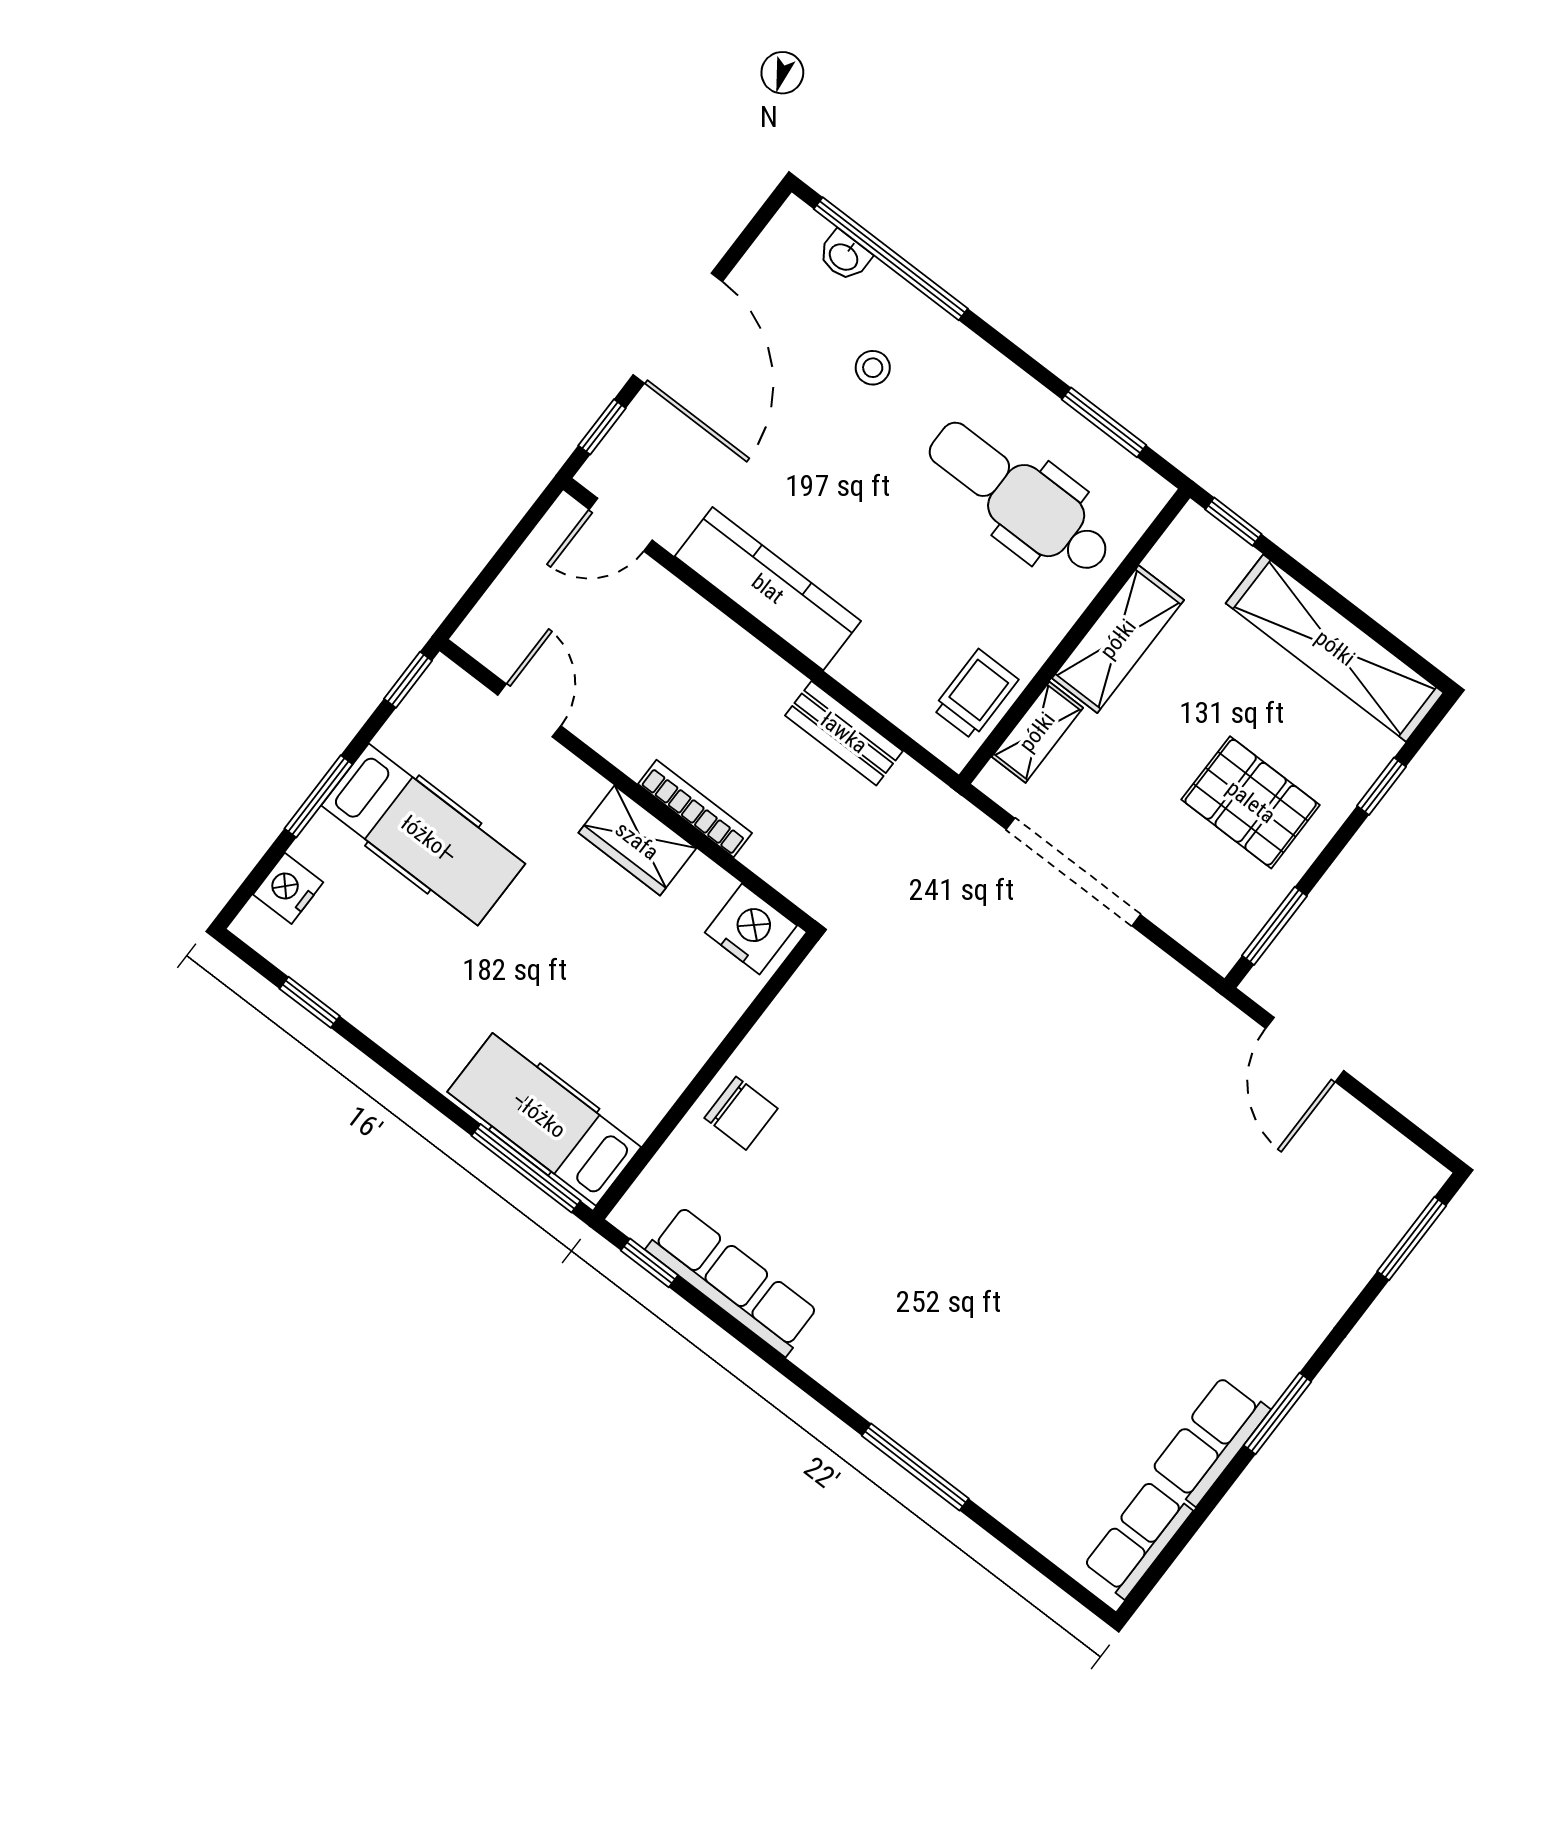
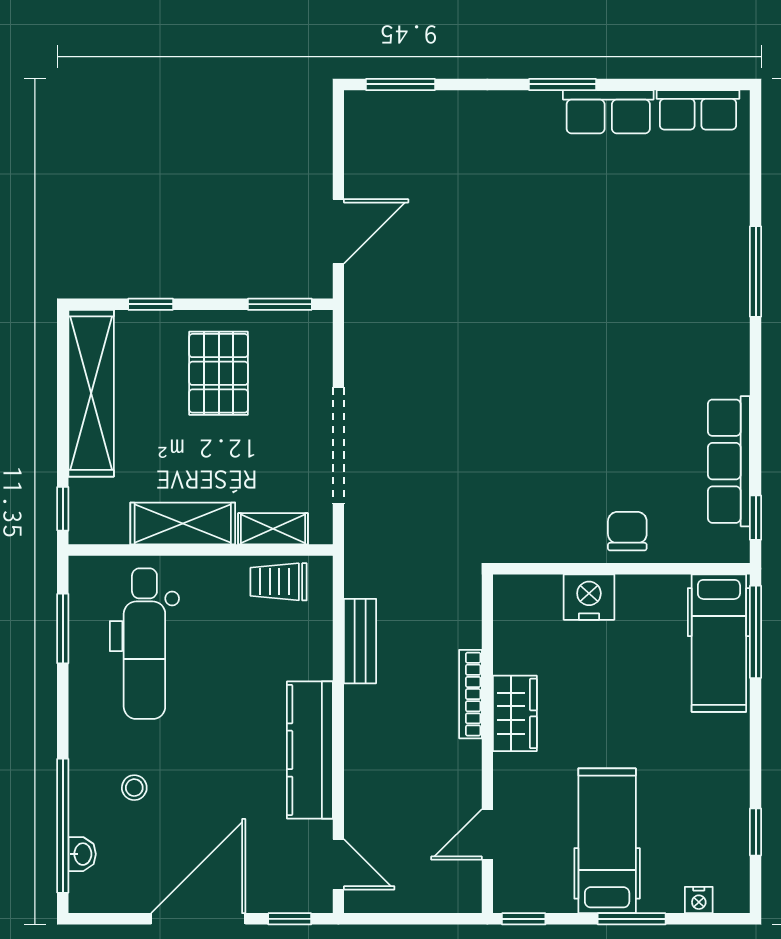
nightstand: (288, 888) -> (699, 900), width x0.72, depth x0.74
nightstand: (751, 929) -> (589, 597), moved, turned 90

